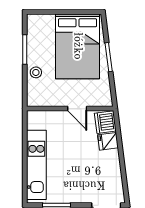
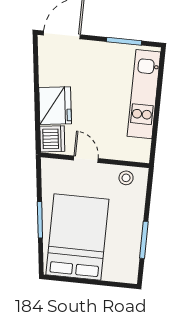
stool: (36, 72) -> (126, 178), moved
fridge: (108, 141) -> (55, 106), width x1.88, depth x1.34

